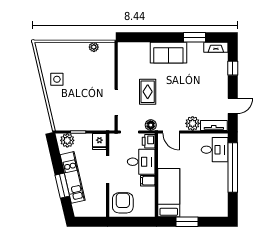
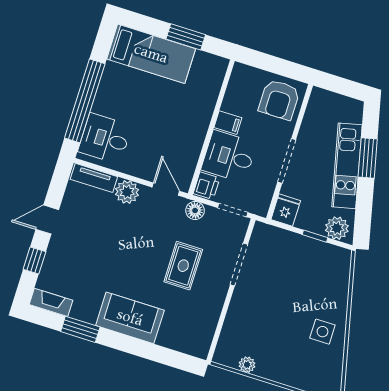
door: (233, 106) -> (47, 220), moved
bed: (169, 193) -> (151, 54), moved, turned -90

